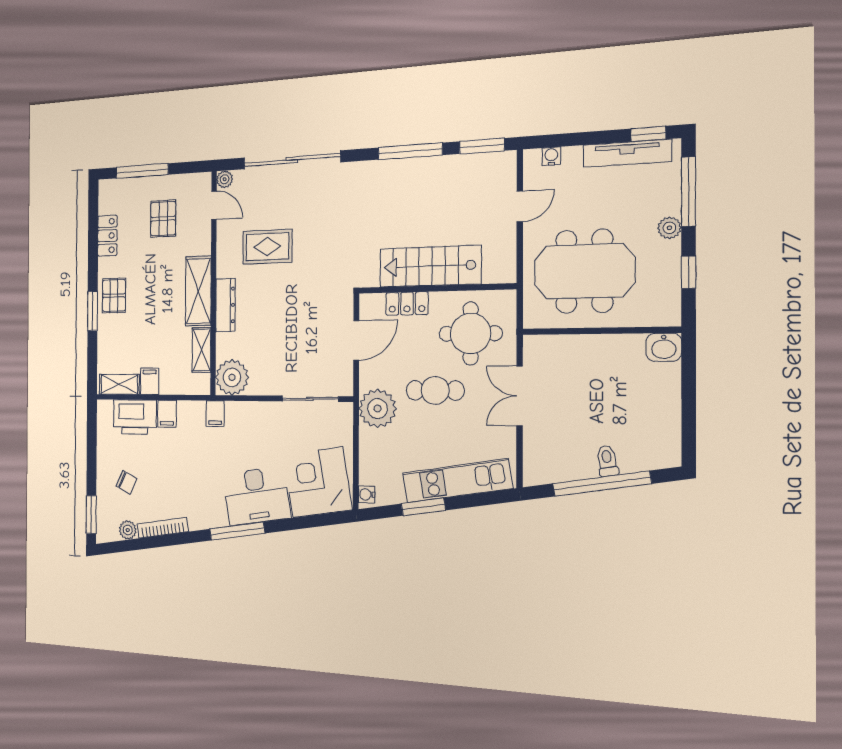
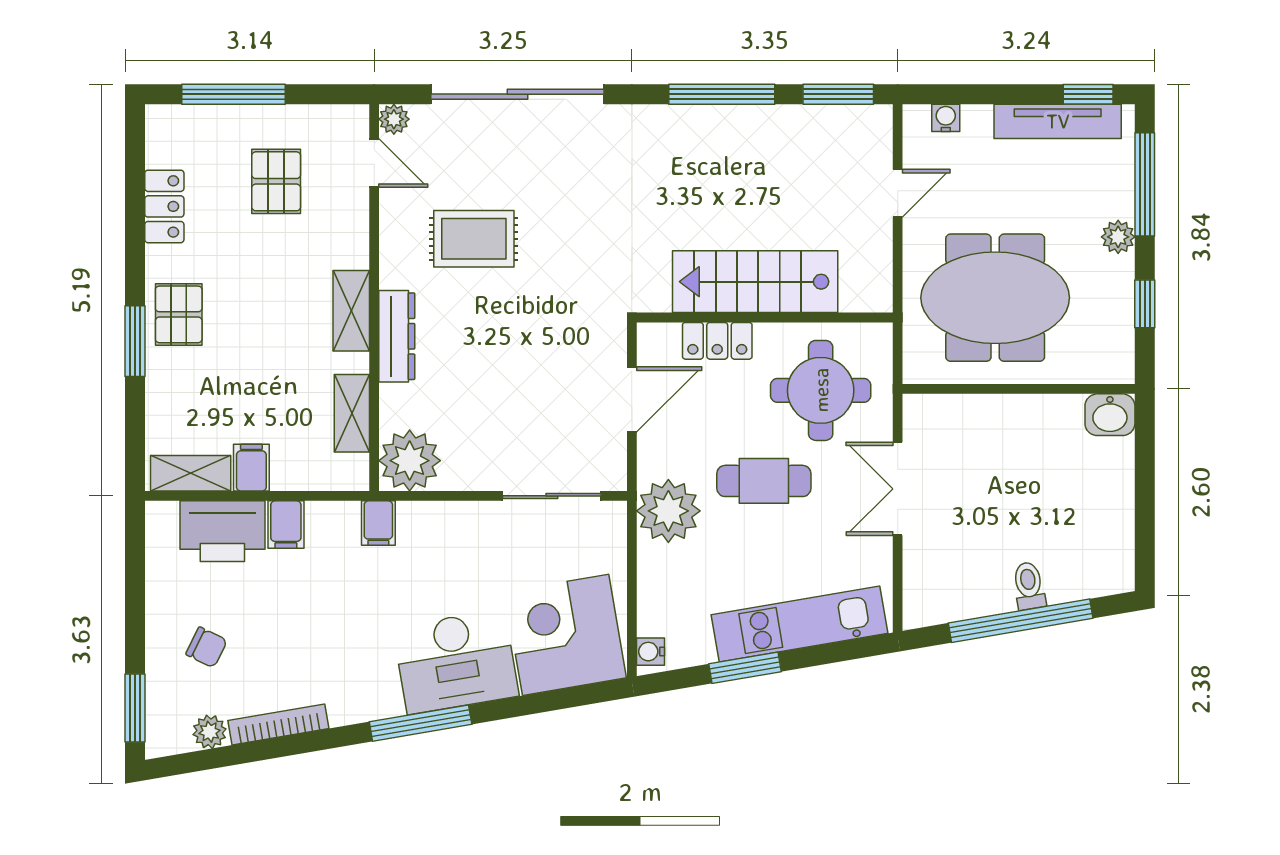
shelving: (198, 291) -> (351, 311), width x0.67, depth x0.75

